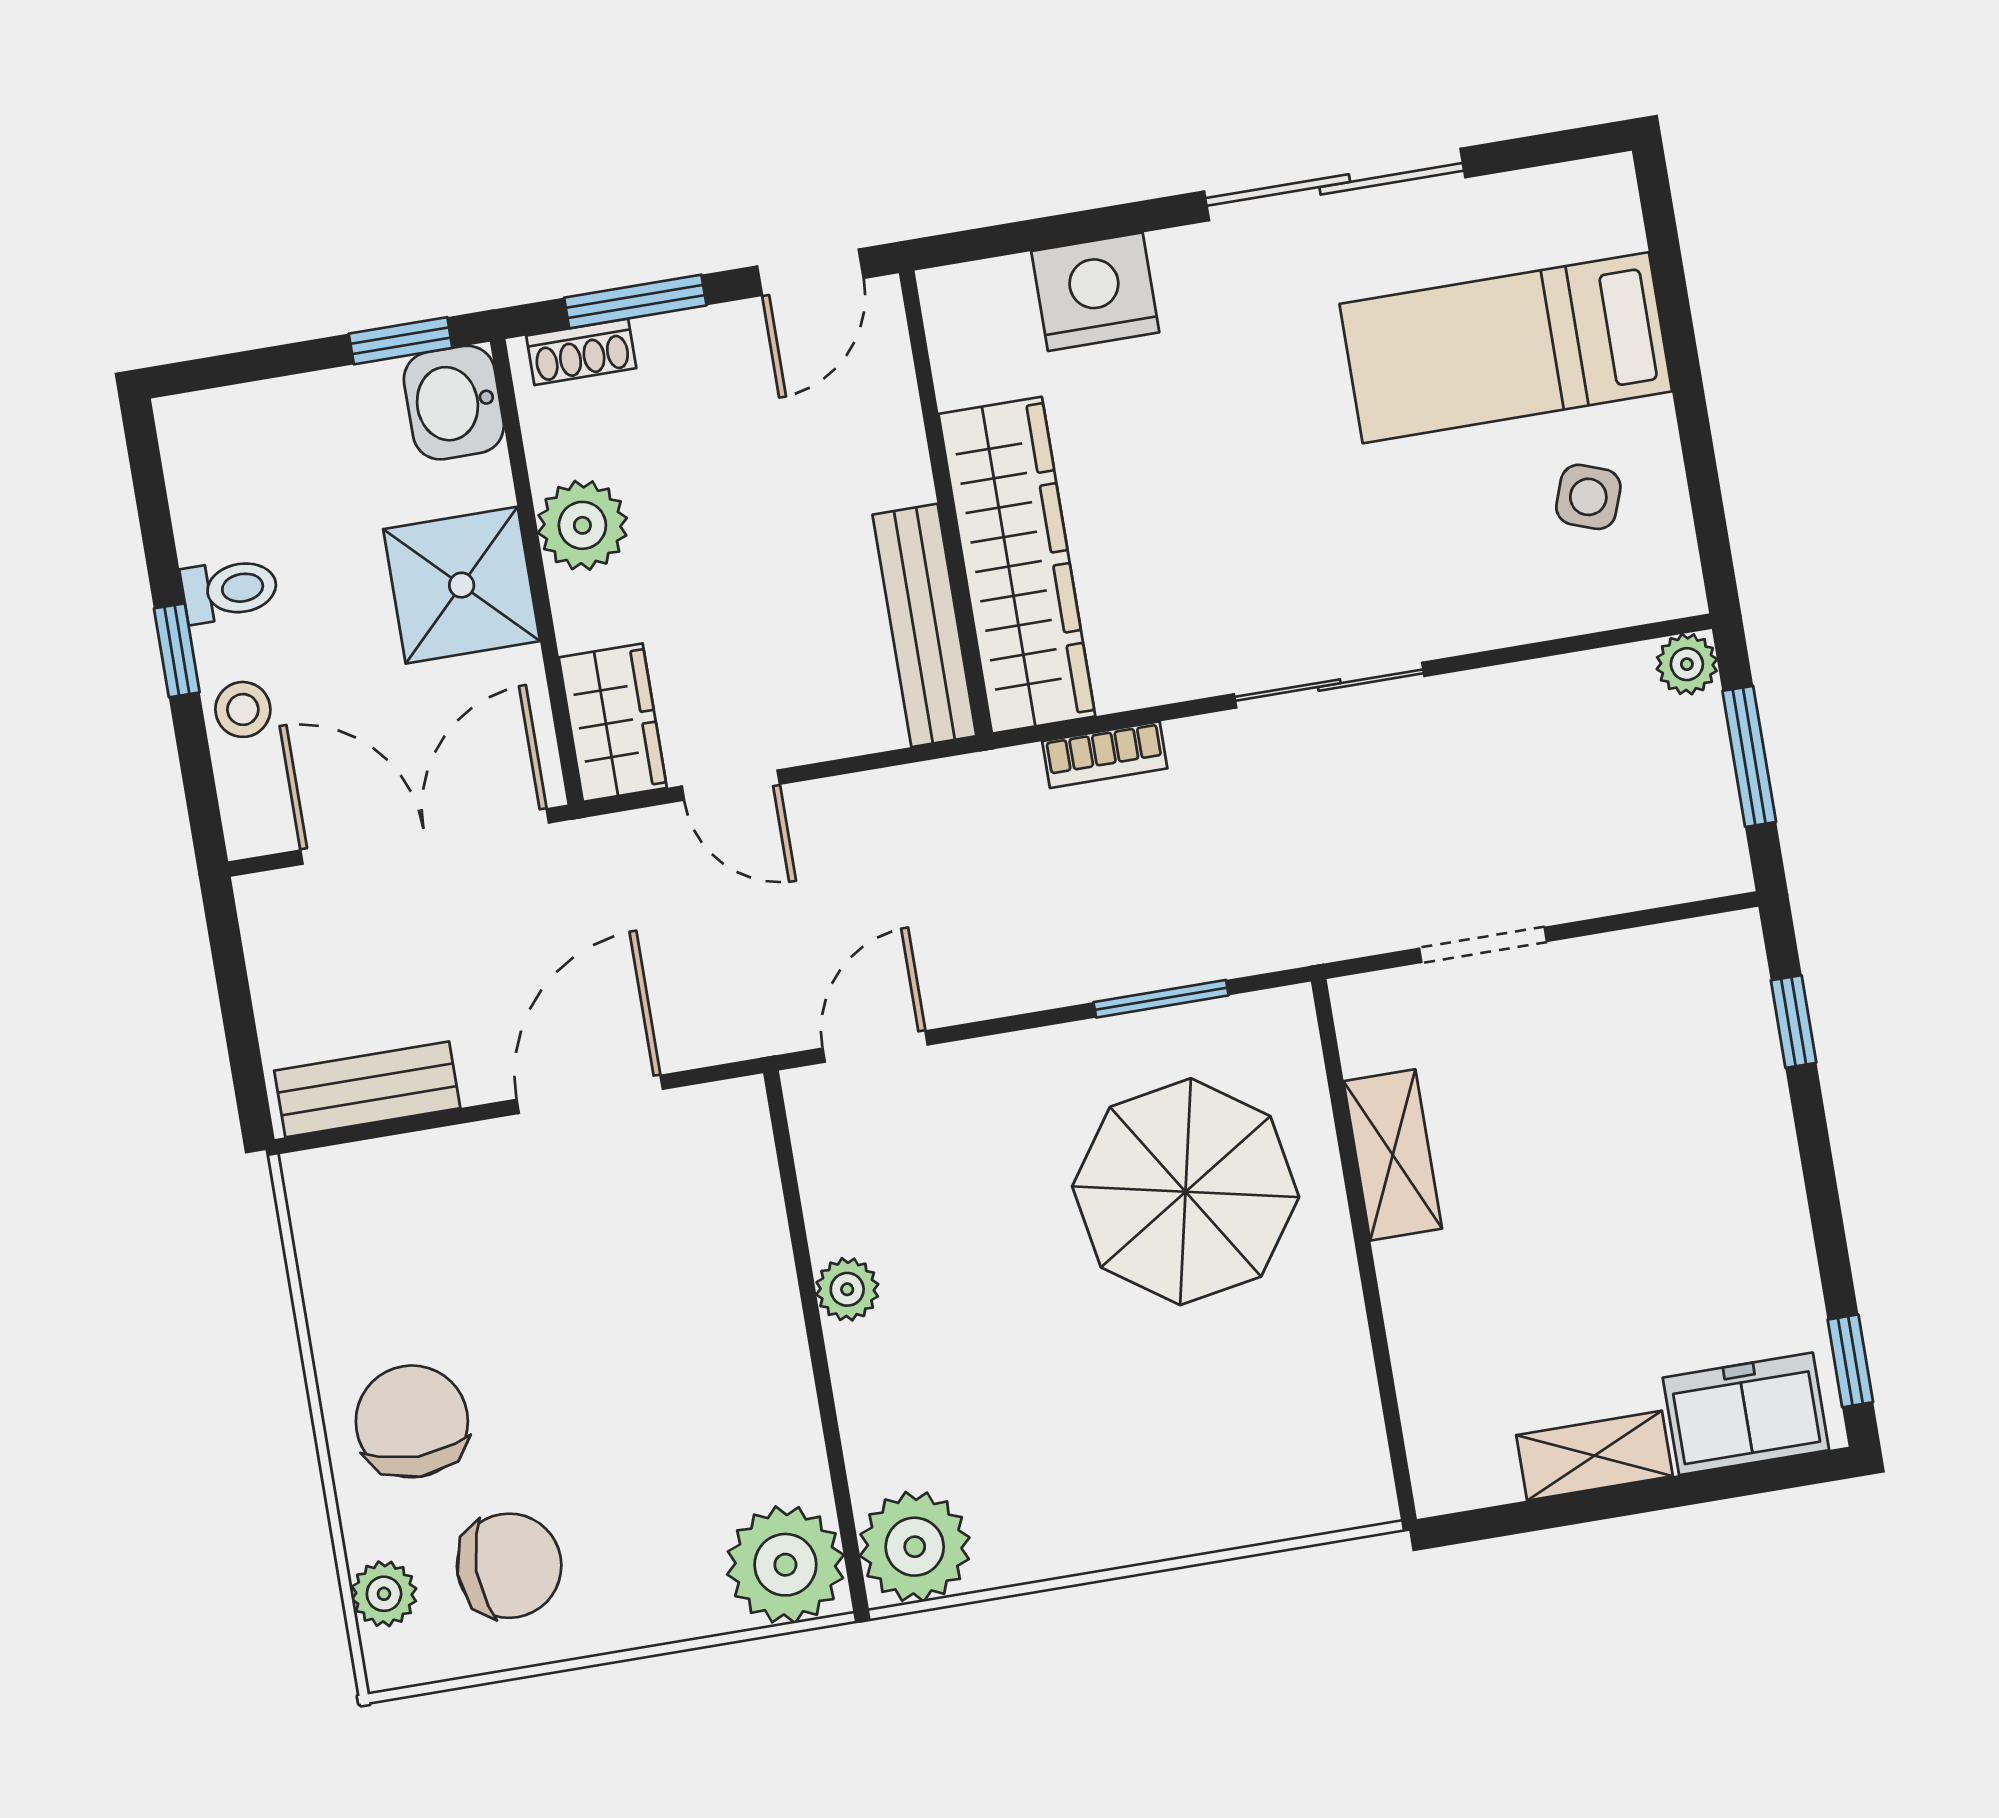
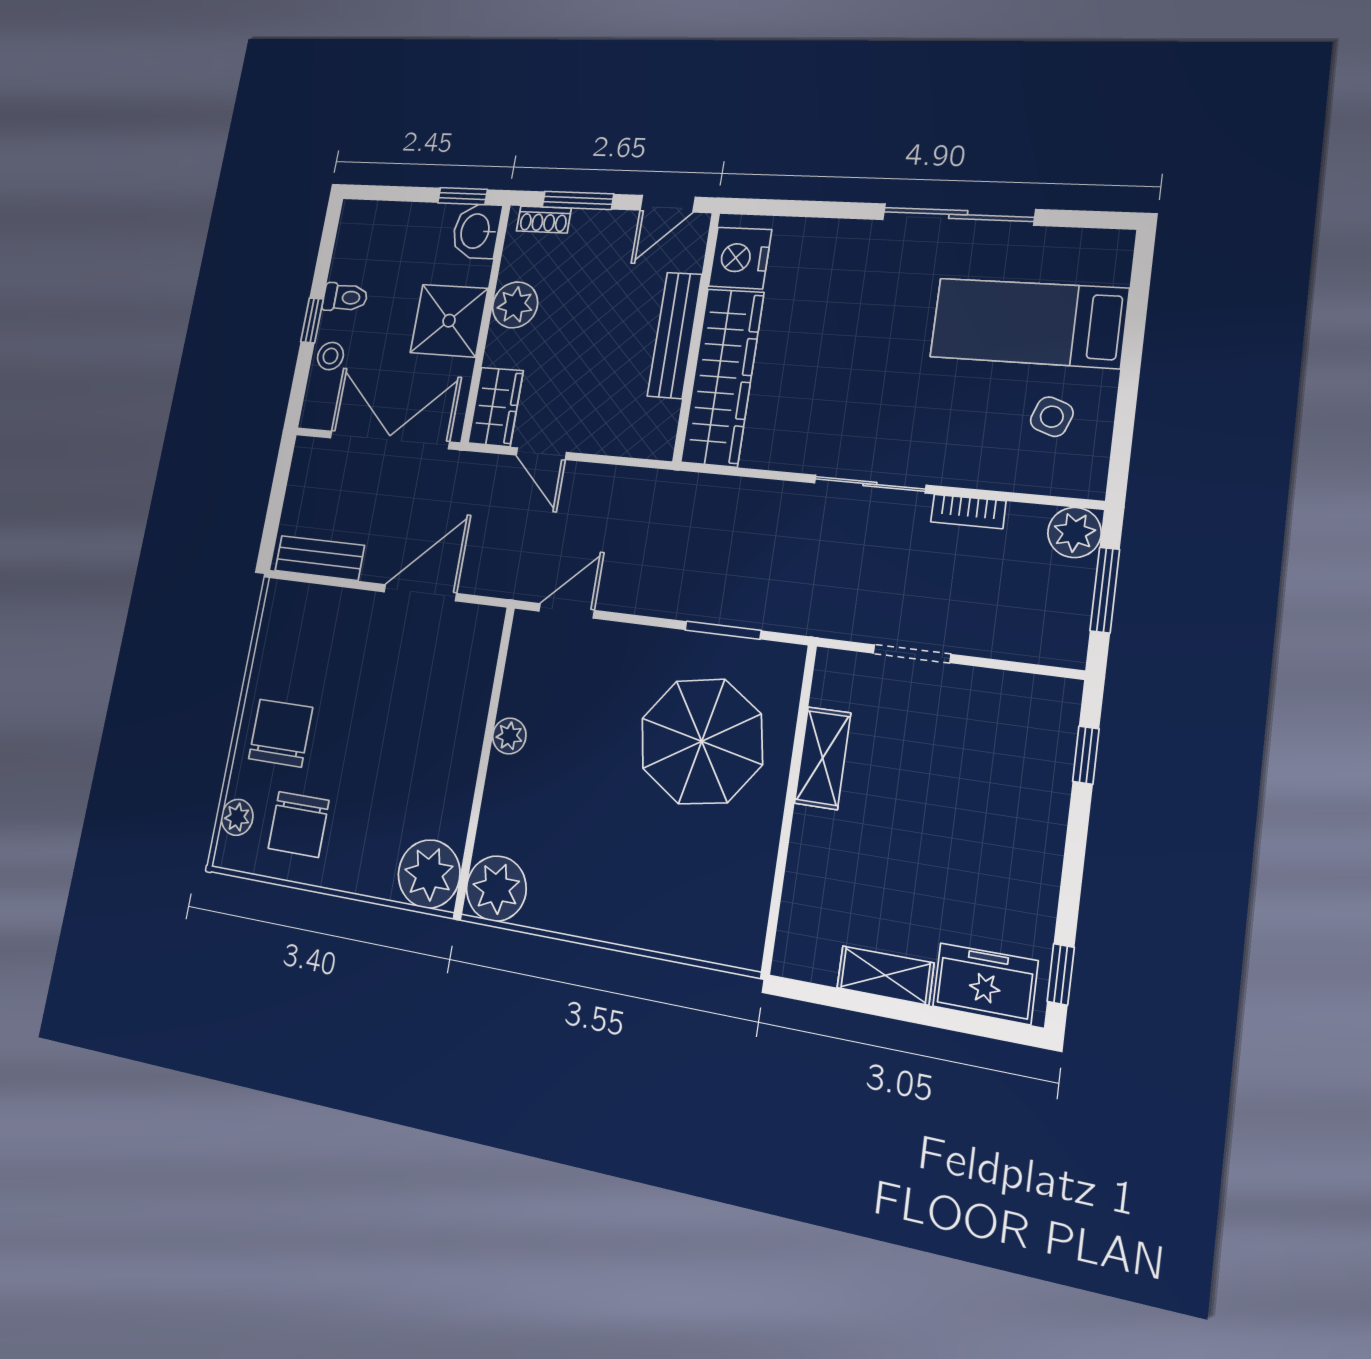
nightstand: (1095, 292) -> (740, 258), moved, turned -90
bench: (924, 625) -> (675, 335), moved
plant: (1687, 664) -> (1074, 532), width x1.38, depth x1.38
bookcase: (1105, 755) -> (968, 511), moved
chair: (509, 1566) -> (299, 824), turned 90

